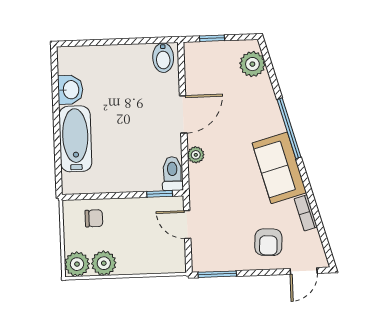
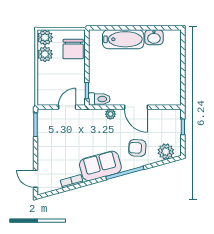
bidet: (163, 58) -> (172, 96), removed
chair: (94, 218) -> (73, 49), width x1.87, depth x1.87
armchair: (268, 242) -> (137, 148), moved

